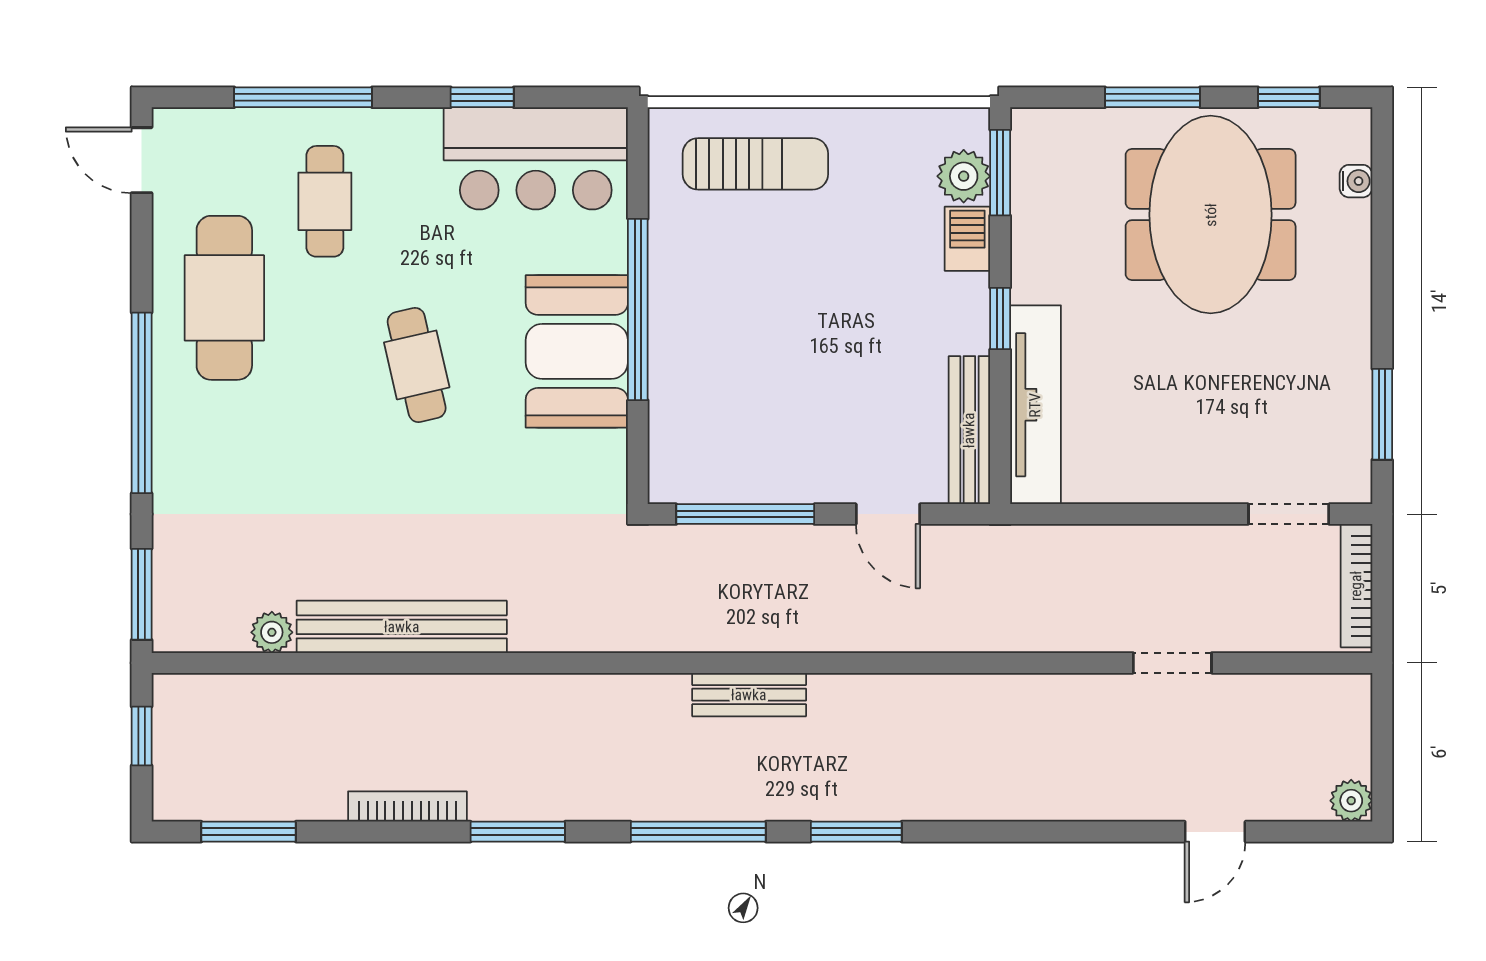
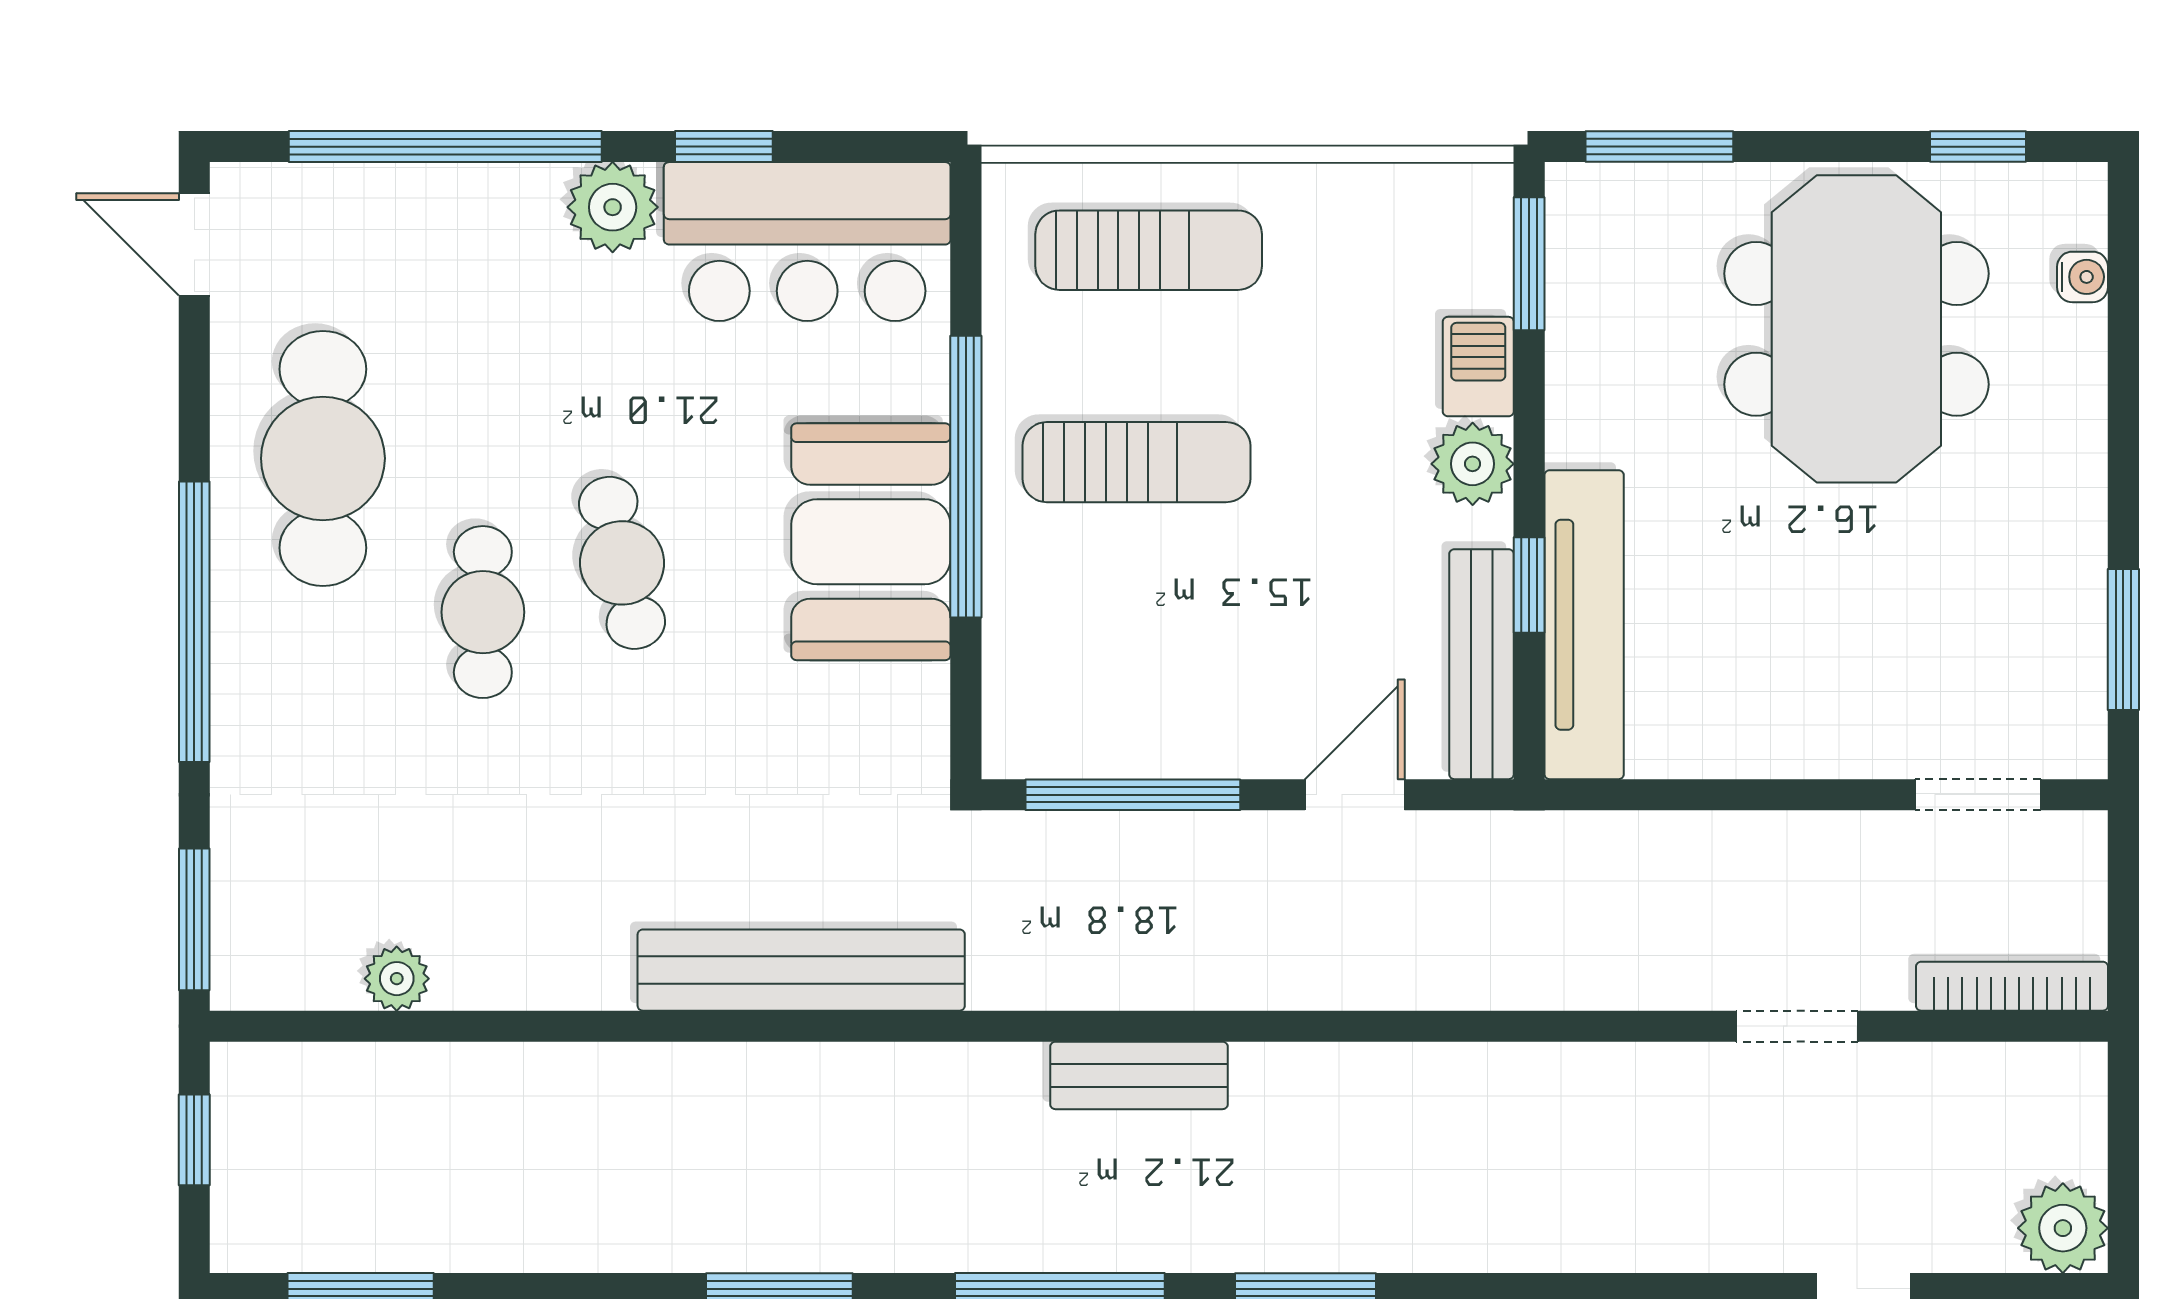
window: (303, 97) -> (445, 147), width x1.46
window: (1152, 97) -> (1659, 147), moved
plant: (411, 136) -> (613, 207), added
plant: (964, 176) -> (1473, 464), moved
cafe table: (325, 201) -> (483, 612), moved
sun lounger: (748, 300) -> (1136, 462), added
window: (1000, 319) -> (1529, 585), moved
door: (888, 514) -> (1355, 795), swing flipped
bookcase: (1356, 586) -> (2012, 986), moved, turned 90
bench: (402, 627) -> (801, 970), moved
plant: (1351, 801) -> (2063, 1228), width x1.38, depth x1.38
bookcase: (407, 807) -> (608, 1249), removed

